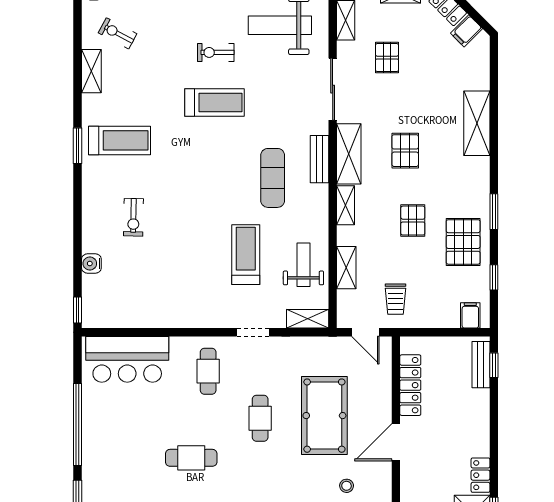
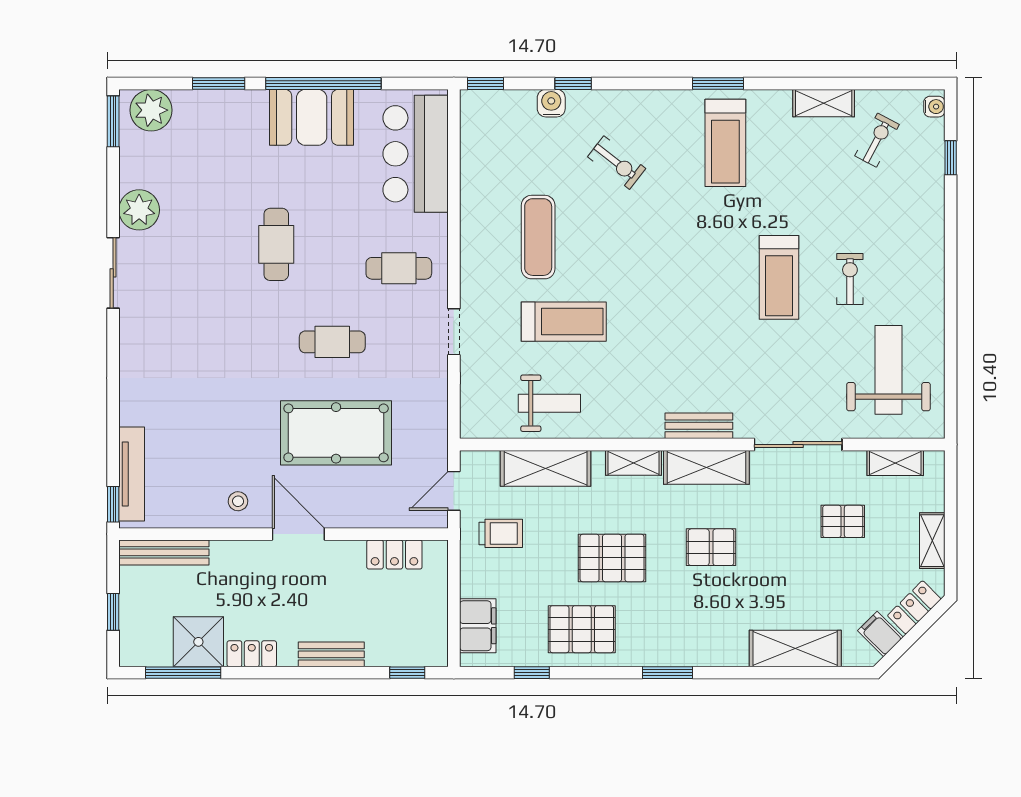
shelving: (477, 123) -> (795, 649), moved
exercise mat: (273, 178) -> (538, 237), moved, turned 90
window: (494, 212) -> (667, 673), moved
exercise bike: (133, 217) -> (617, 163), turned -143
pallet: (413, 221) -> (612, 558), width x1.50, depth x1.42
window: (78, 248) -> (573, 83), added
shelving: (346, 268) -> (546, 468), width x1.50, depth x1.33
trolley: (395, 299) -> (501, 533), turned 180
filing cabinet: (470, 315) -> (478, 626), width x2.00
shelving: (308, 319) -> (473, 409), removed
bench: (481, 365) -> (331, 654), moved
locker: (410, 385) -> (394, 555), width x0.66
booth: (101, 433) -> (312, 117), added
stool: (347, 486) -> (238, 501), moved

